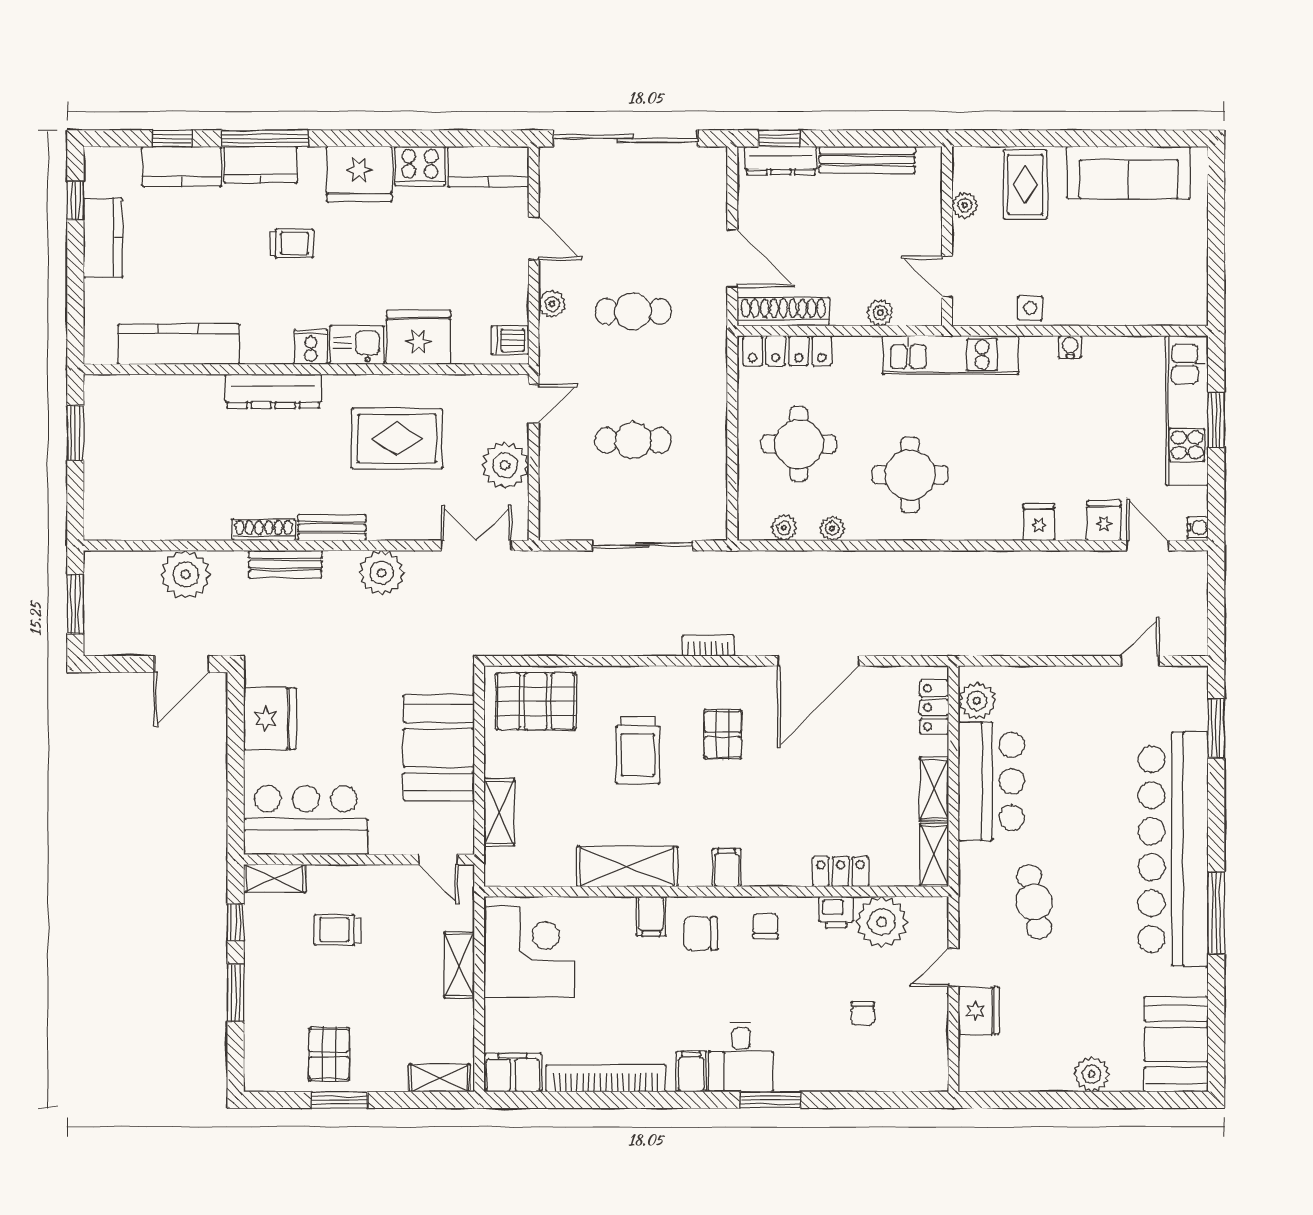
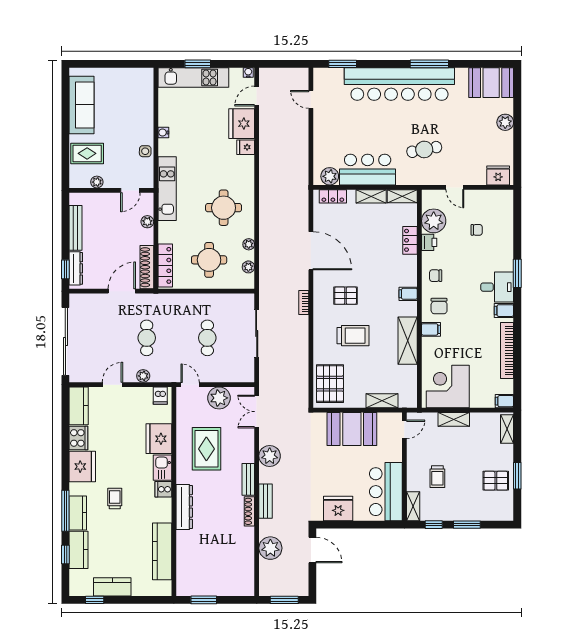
fridge: (1104, 520) -> (242, 124), width x1.88, depth x1.34
fridge: (979, 1011) -> (498, 175), moved
filing cabinet: (513, 1073) -> (504, 401), width x0.50

